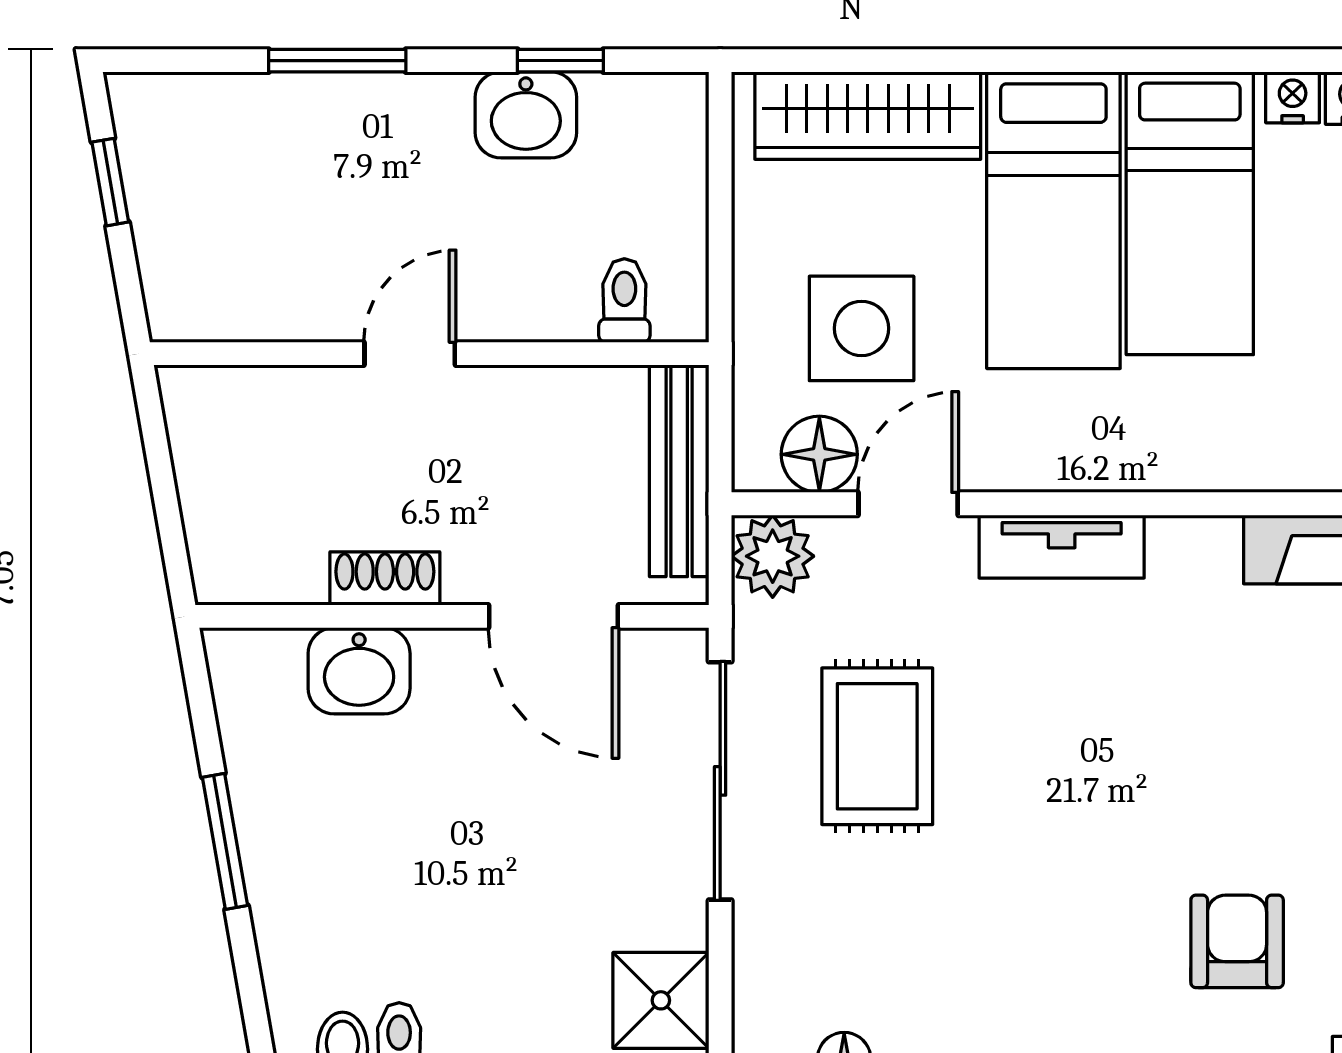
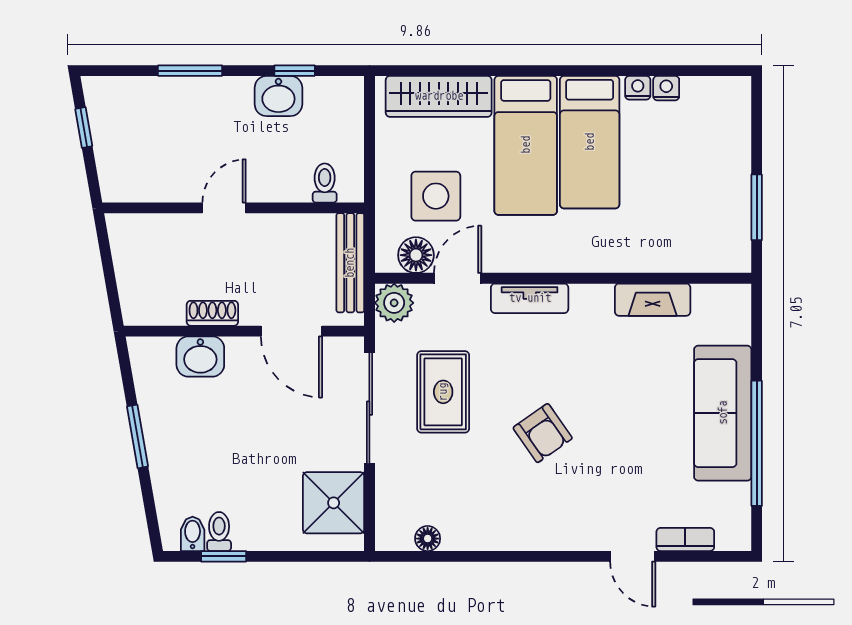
armchair: (1237, 941) -> (543, 433), moved, turned 145
shower: (661, 1000) -> (334, 503), width x1.36, depth x1.36

